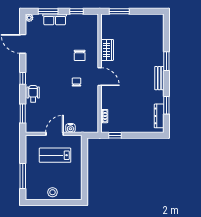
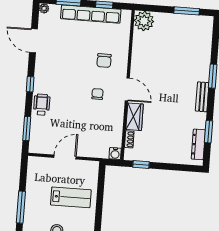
window: (119, 11) -> (187, 11), moved
row of seats: (55, 19) -> (91, 14), width x2.02
plant: (109, 22) -> (144, 21), added
wardrobe: (107, 50) -> (135, 117), moved
water cooler: (70, 128) -> (115, 154), moved
lab bench: (55, 155) -> (71, 197), moved, turned 180

